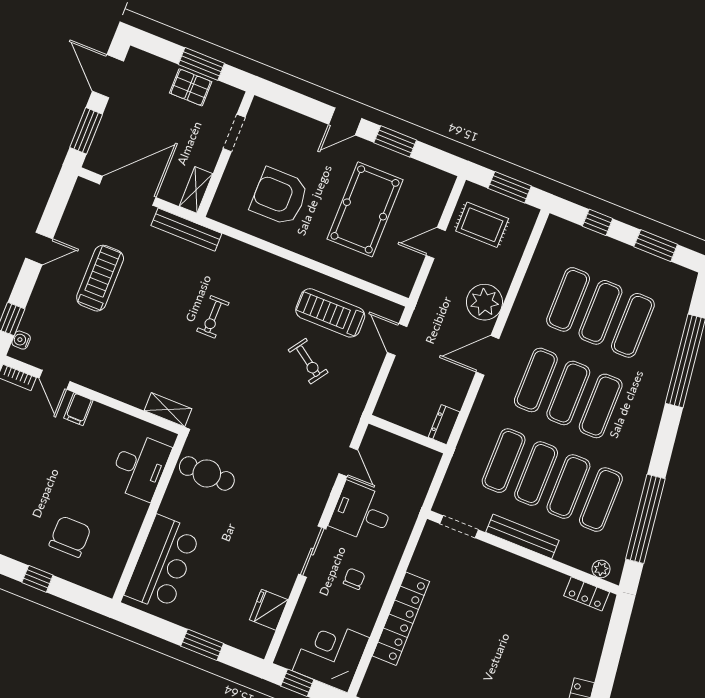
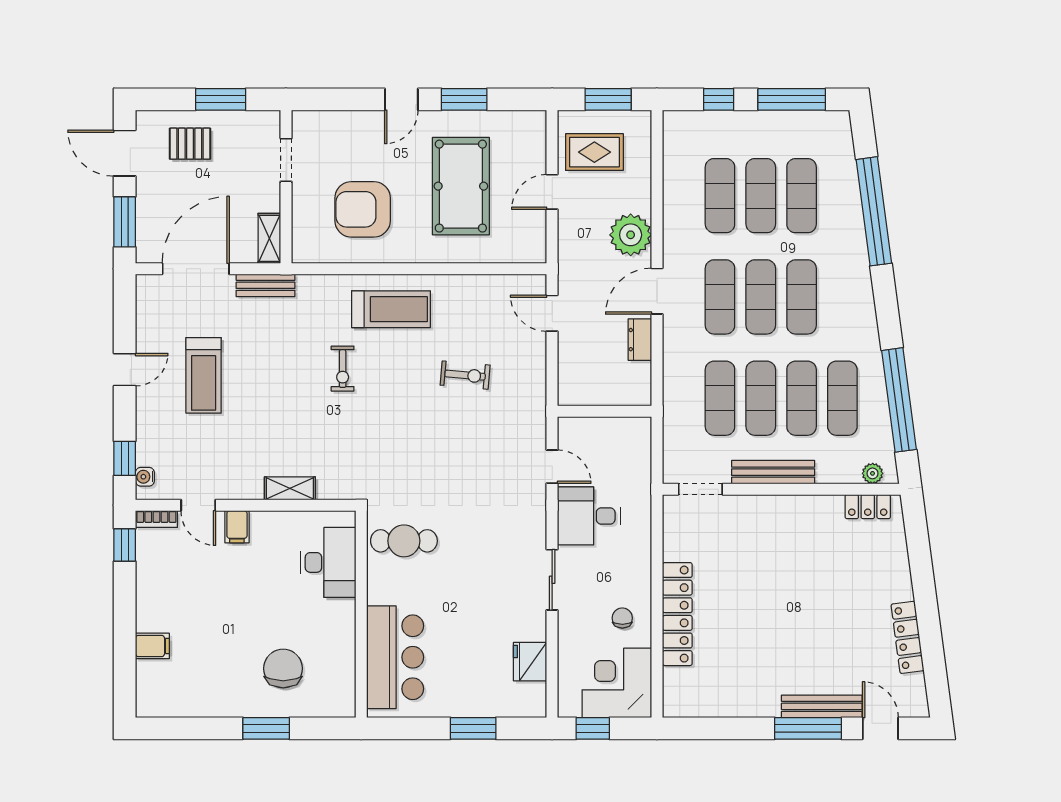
pallet: (191, 87) -> (190, 144), moved
bench: (186, 230) -> (265, 285), width x0.73
window: (656, 246) -> (792, 99), width x1.44
treadmill: (100, 278) -> (204, 375), turned 180
treadmill: (330, 313) -> (391, 309), moved, turned 180
exercise bike: (308, 361) -> (465, 375), turned -30
shelving: (168, 410) -> (290, 488), moved
dresser: (444, 425) -> (640, 340), moved
window: (37, 579) -> (266, 728), width x1.50
chair: (354, 579) -> (622, 618), moved

